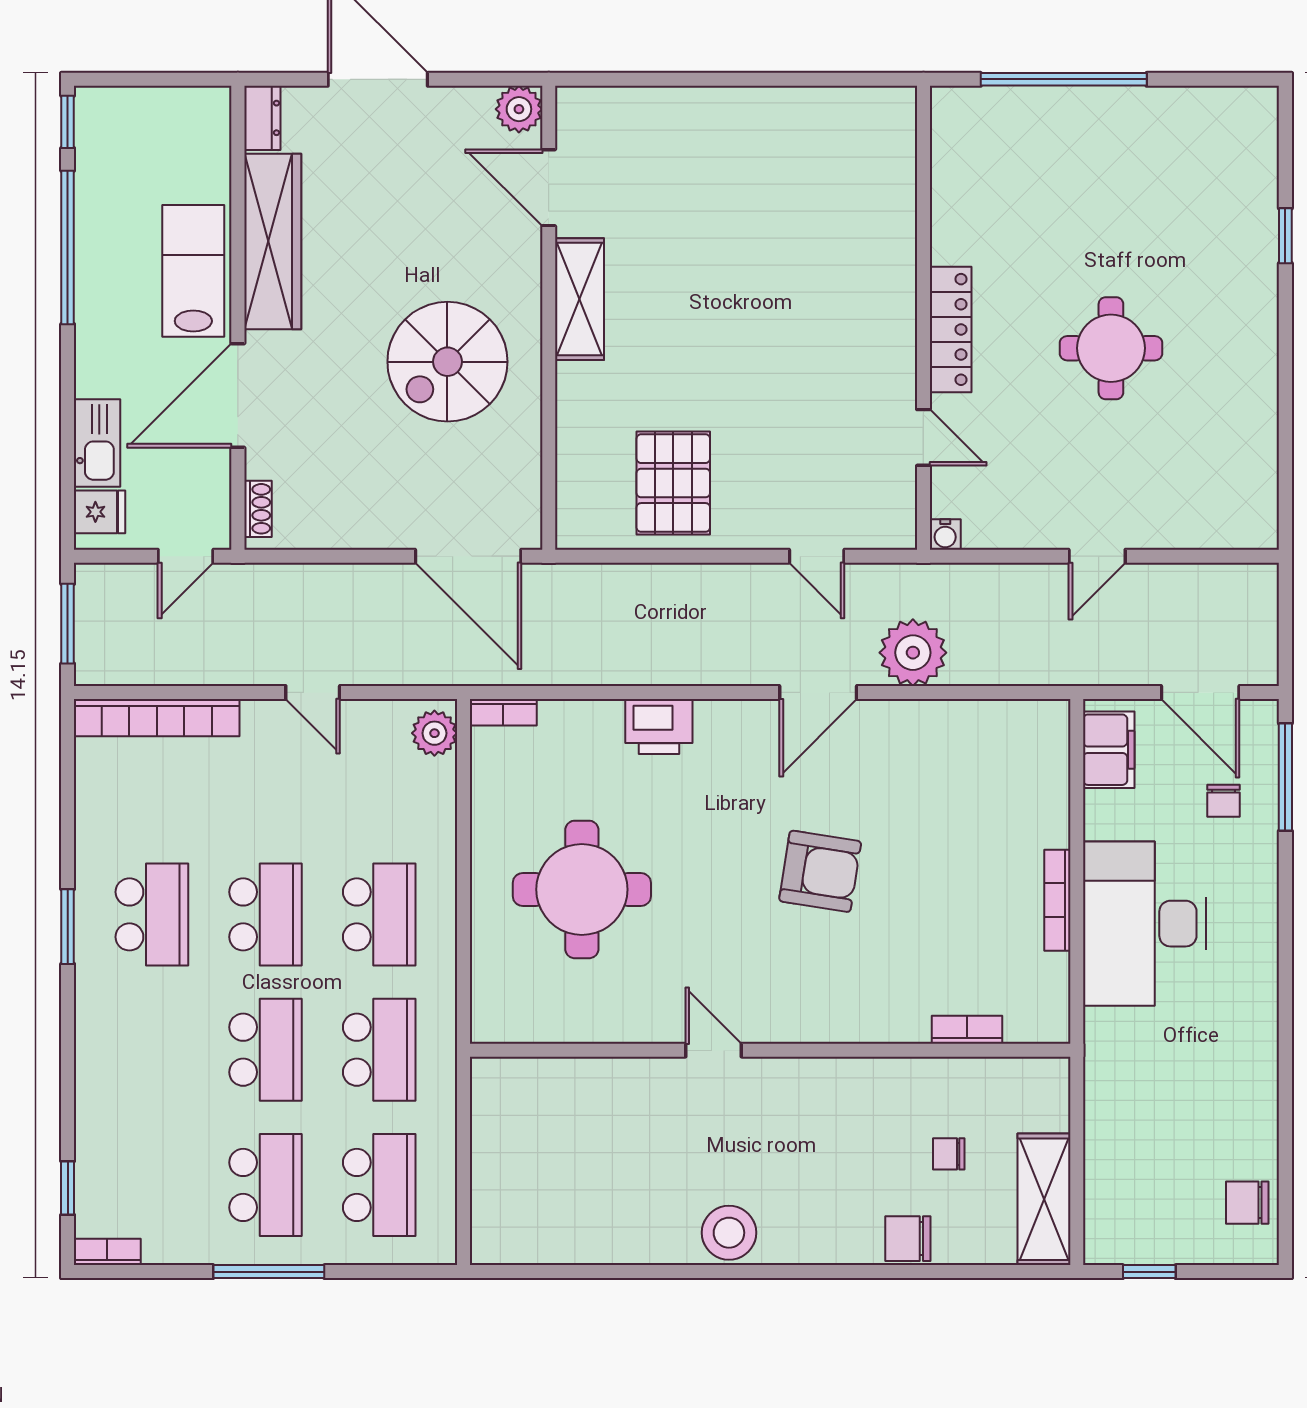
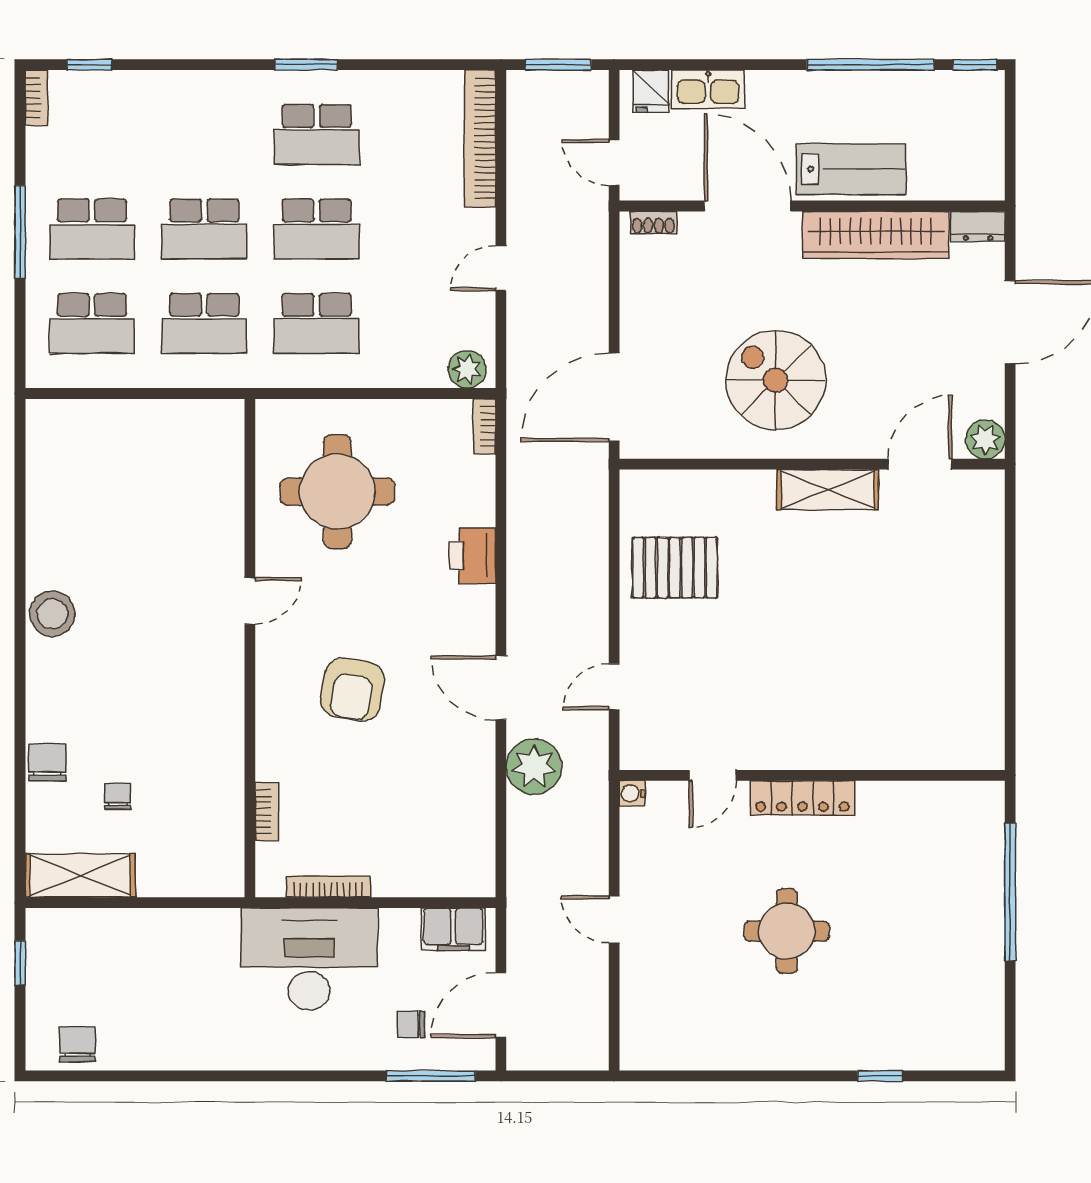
bookcase: (967, 1030) -> (267, 812), moved
door: (713, 1050) -> (250, 601), moved
wall: (770, 1050) -> (250, 648), moved

